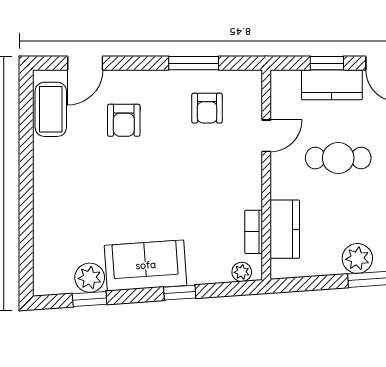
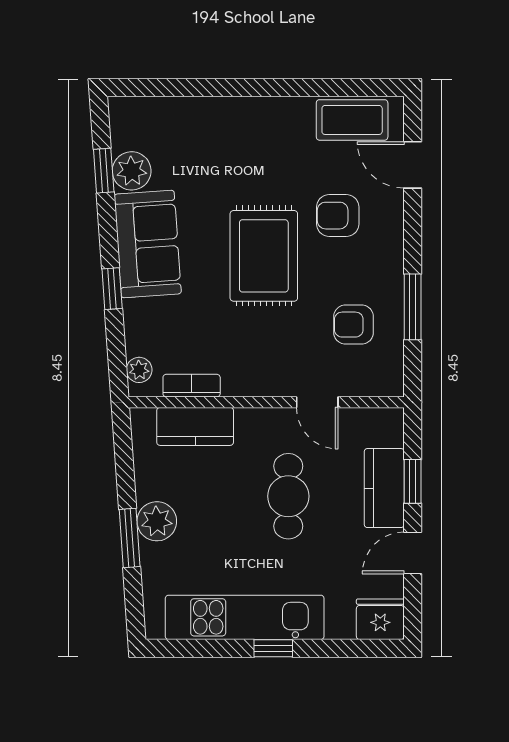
rug: (155, 177) -> (264, 256), added

